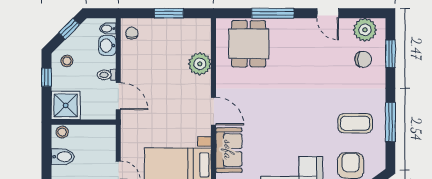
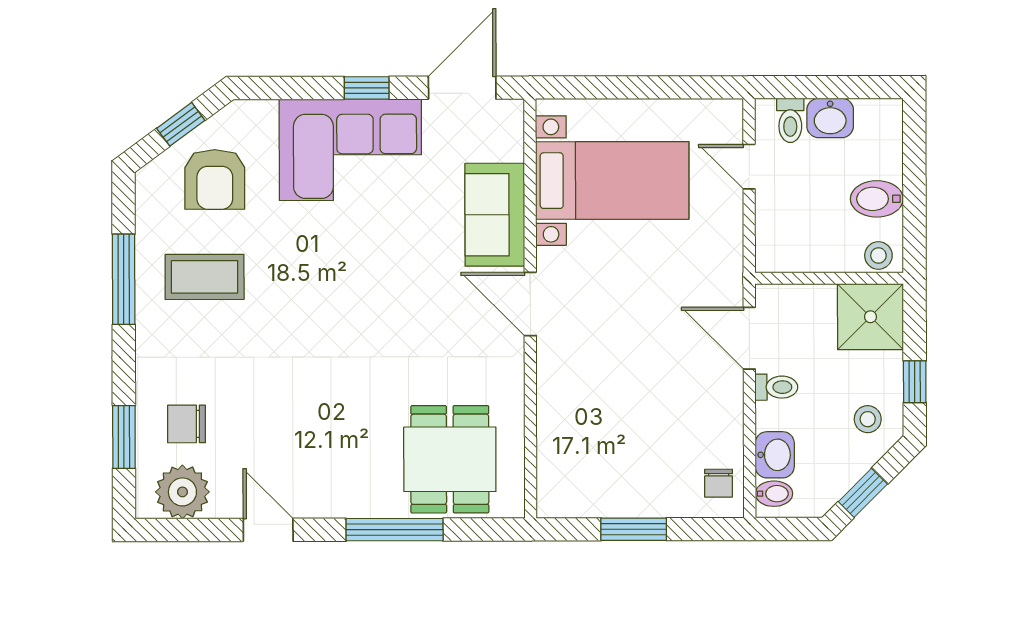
plant: (200, 64) -> (562, 413), removed

